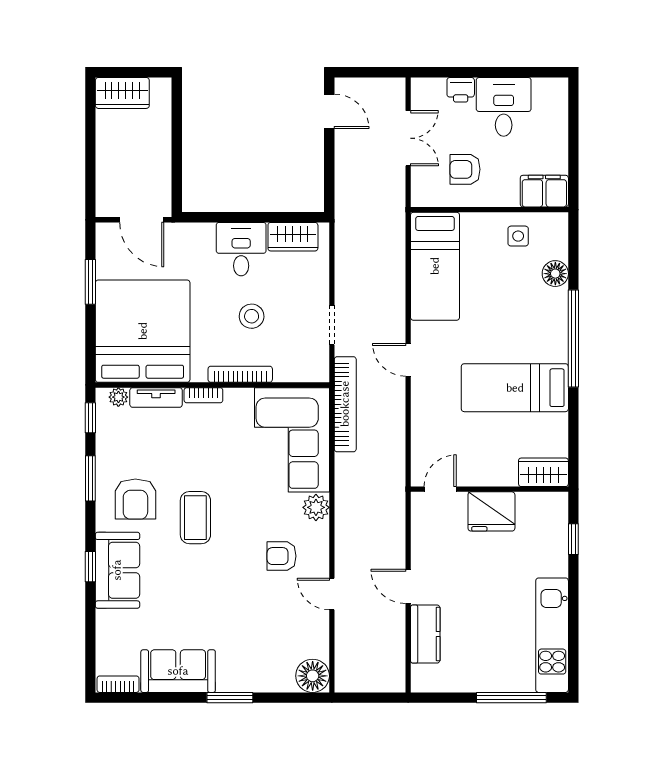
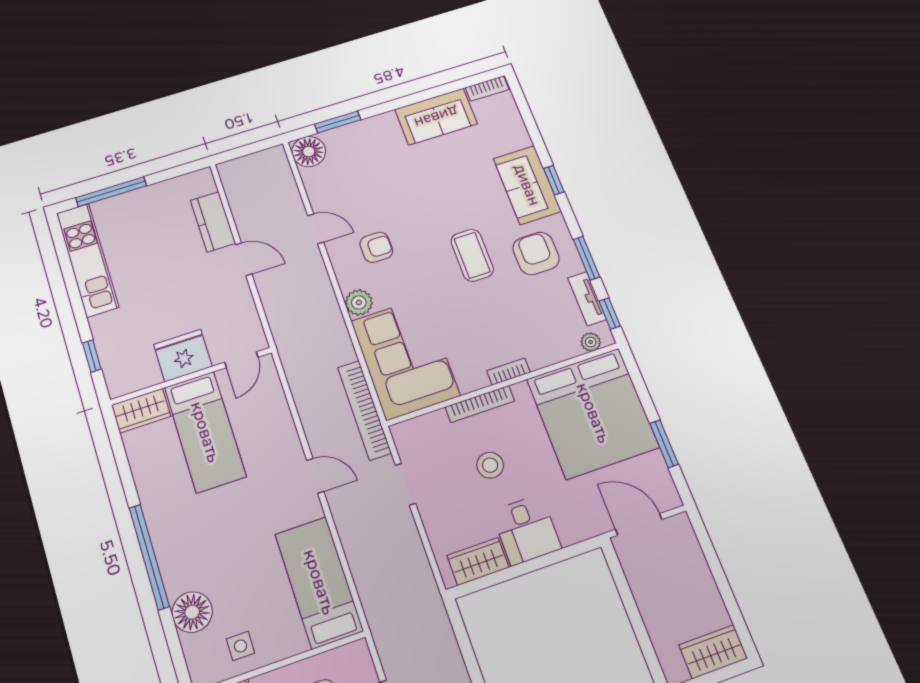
floor lamp: (555, 274) -> (192, 612), width x1.38, depth x1.38
bed: (515, 388) -> (205, 432), moved, turned 90
tv unit: (156, 397) -> (587, 299), moved, turned -90
window: (230, 698) -> (338, 122), moved

